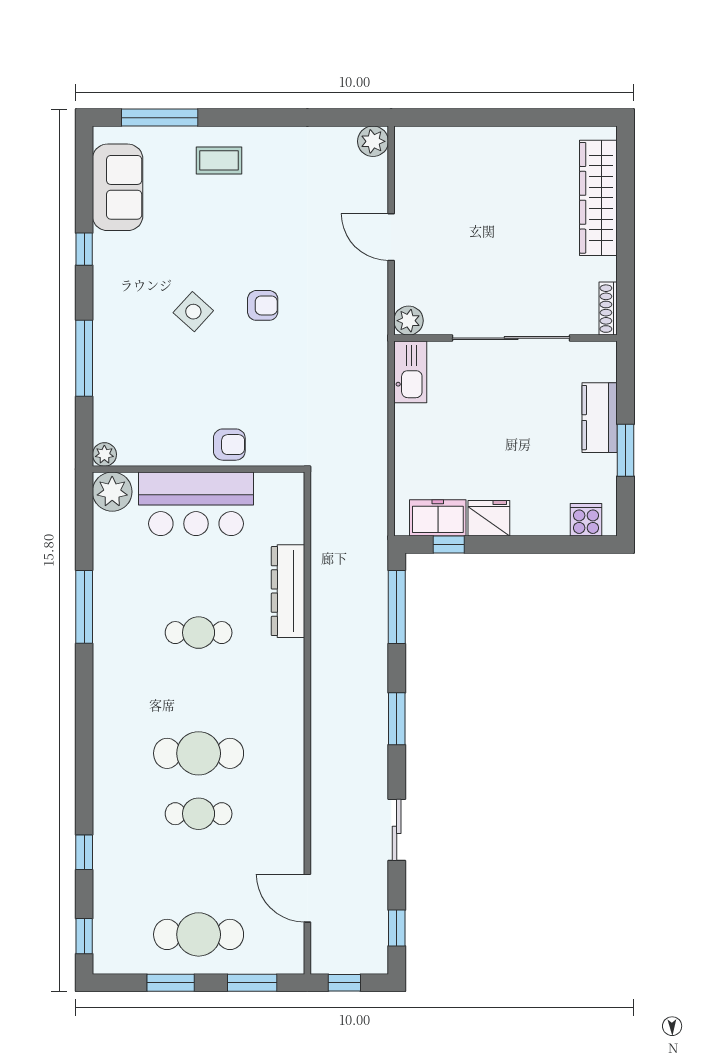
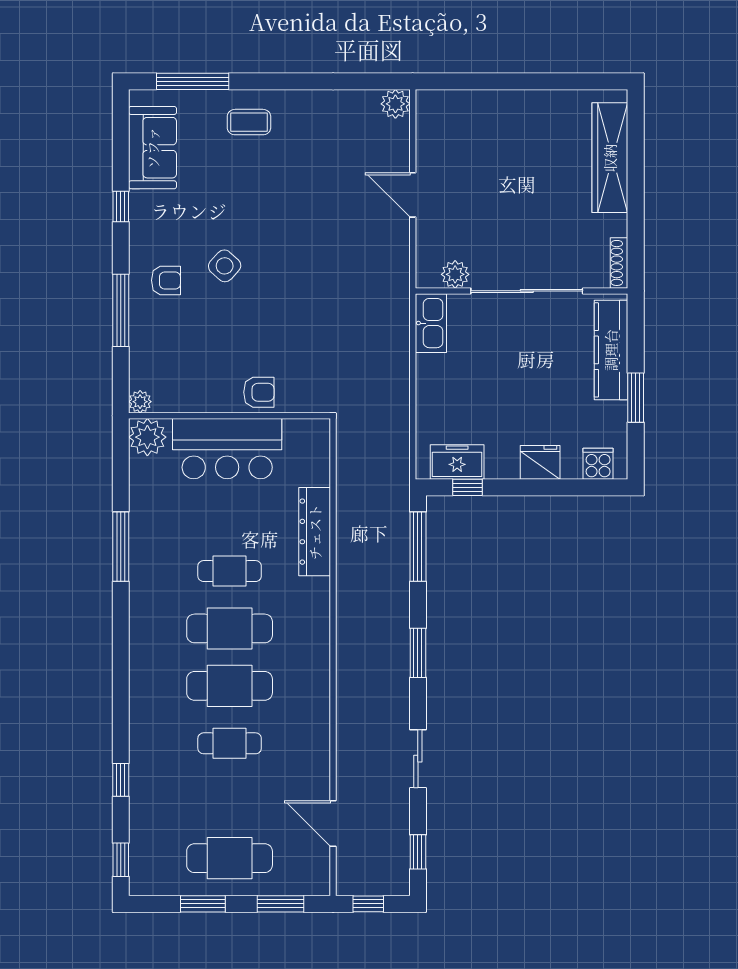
armchair: (263, 305) -> (166, 280), moved
plant: (409, 321) -> (455, 274), moved
kitchen counter: (600, 418) -> (611, 350), width x1.50
fridge: (489, 518) -> (540, 462), moved
cafe table: (199, 693) -> (230, 628), added

